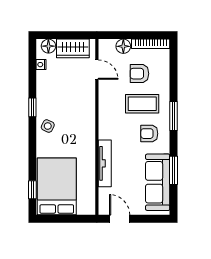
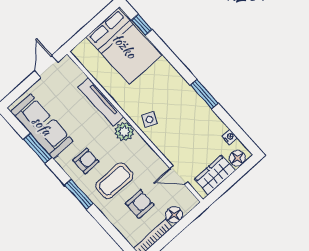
window: (32, 107) -> (204, 94), width x1.50
side table: (48, 126) -> (149, 119), moved
plant: (107, 130) -> (124, 132), added
door: (120, 219) -> (46, 67), swing flipped

